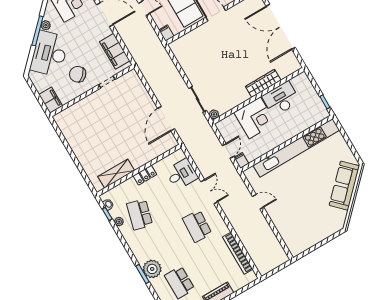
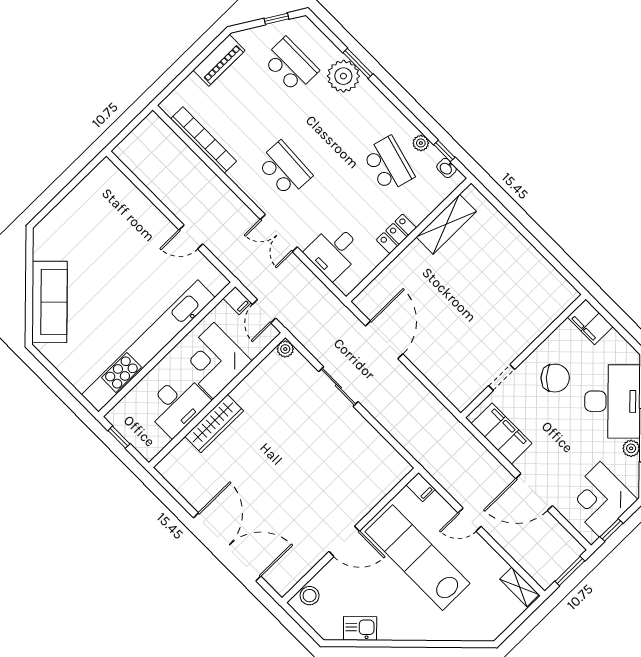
wardrobe: (263, 83) -> (214, 424), moved
wall: (258, 96) -> (217, 400), moved
desk: (281, 99) -> (177, 405), moved
plant: (214, 114) -> (285, 349), moved
corner desk: (255, 118) -> (214, 361), moved

